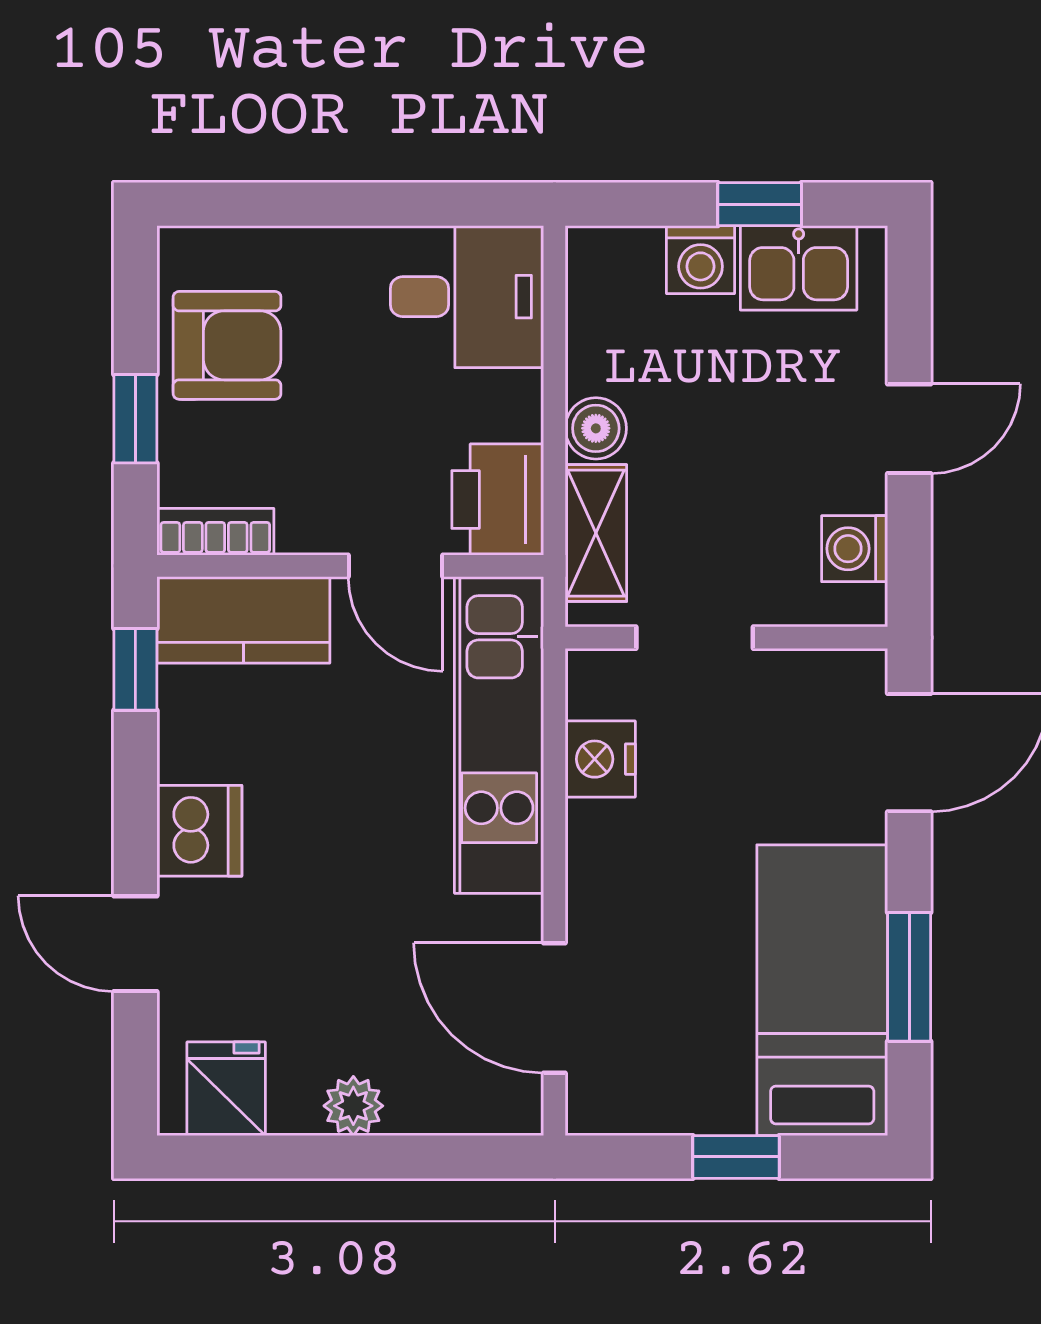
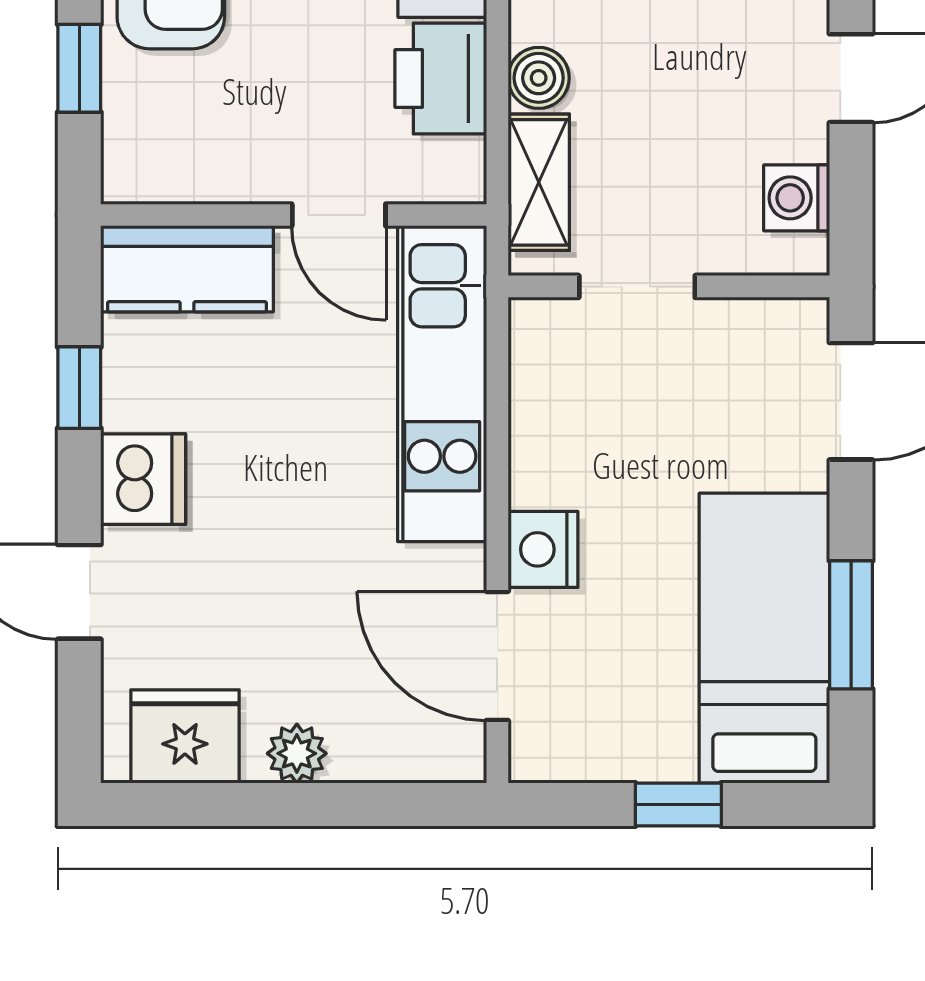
printer: (498, 500) -> (441, 79), moved
bookcase: (215, 532) -> (159, 181), removed
window: (135, 669) -> (79, 388), moved
nightstand: (600, 759) -> (543, 549), moved
fridge: (226, 1089) -> (185, 736), width x1.38

